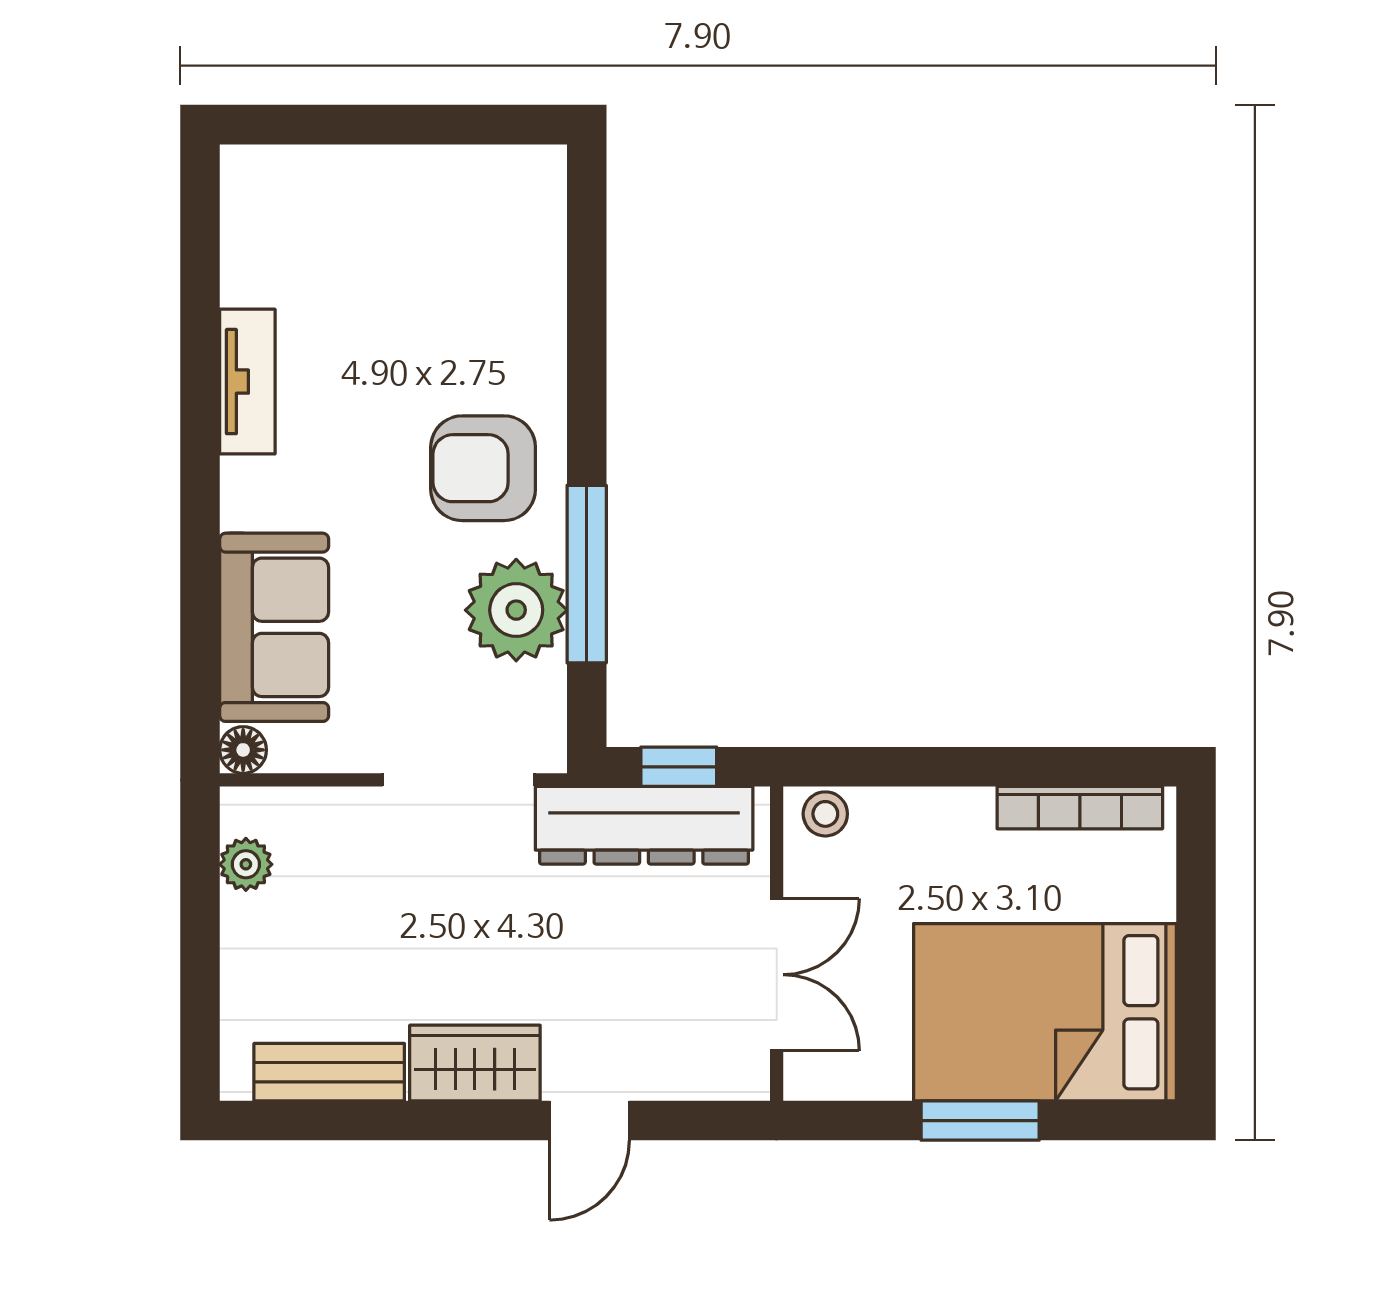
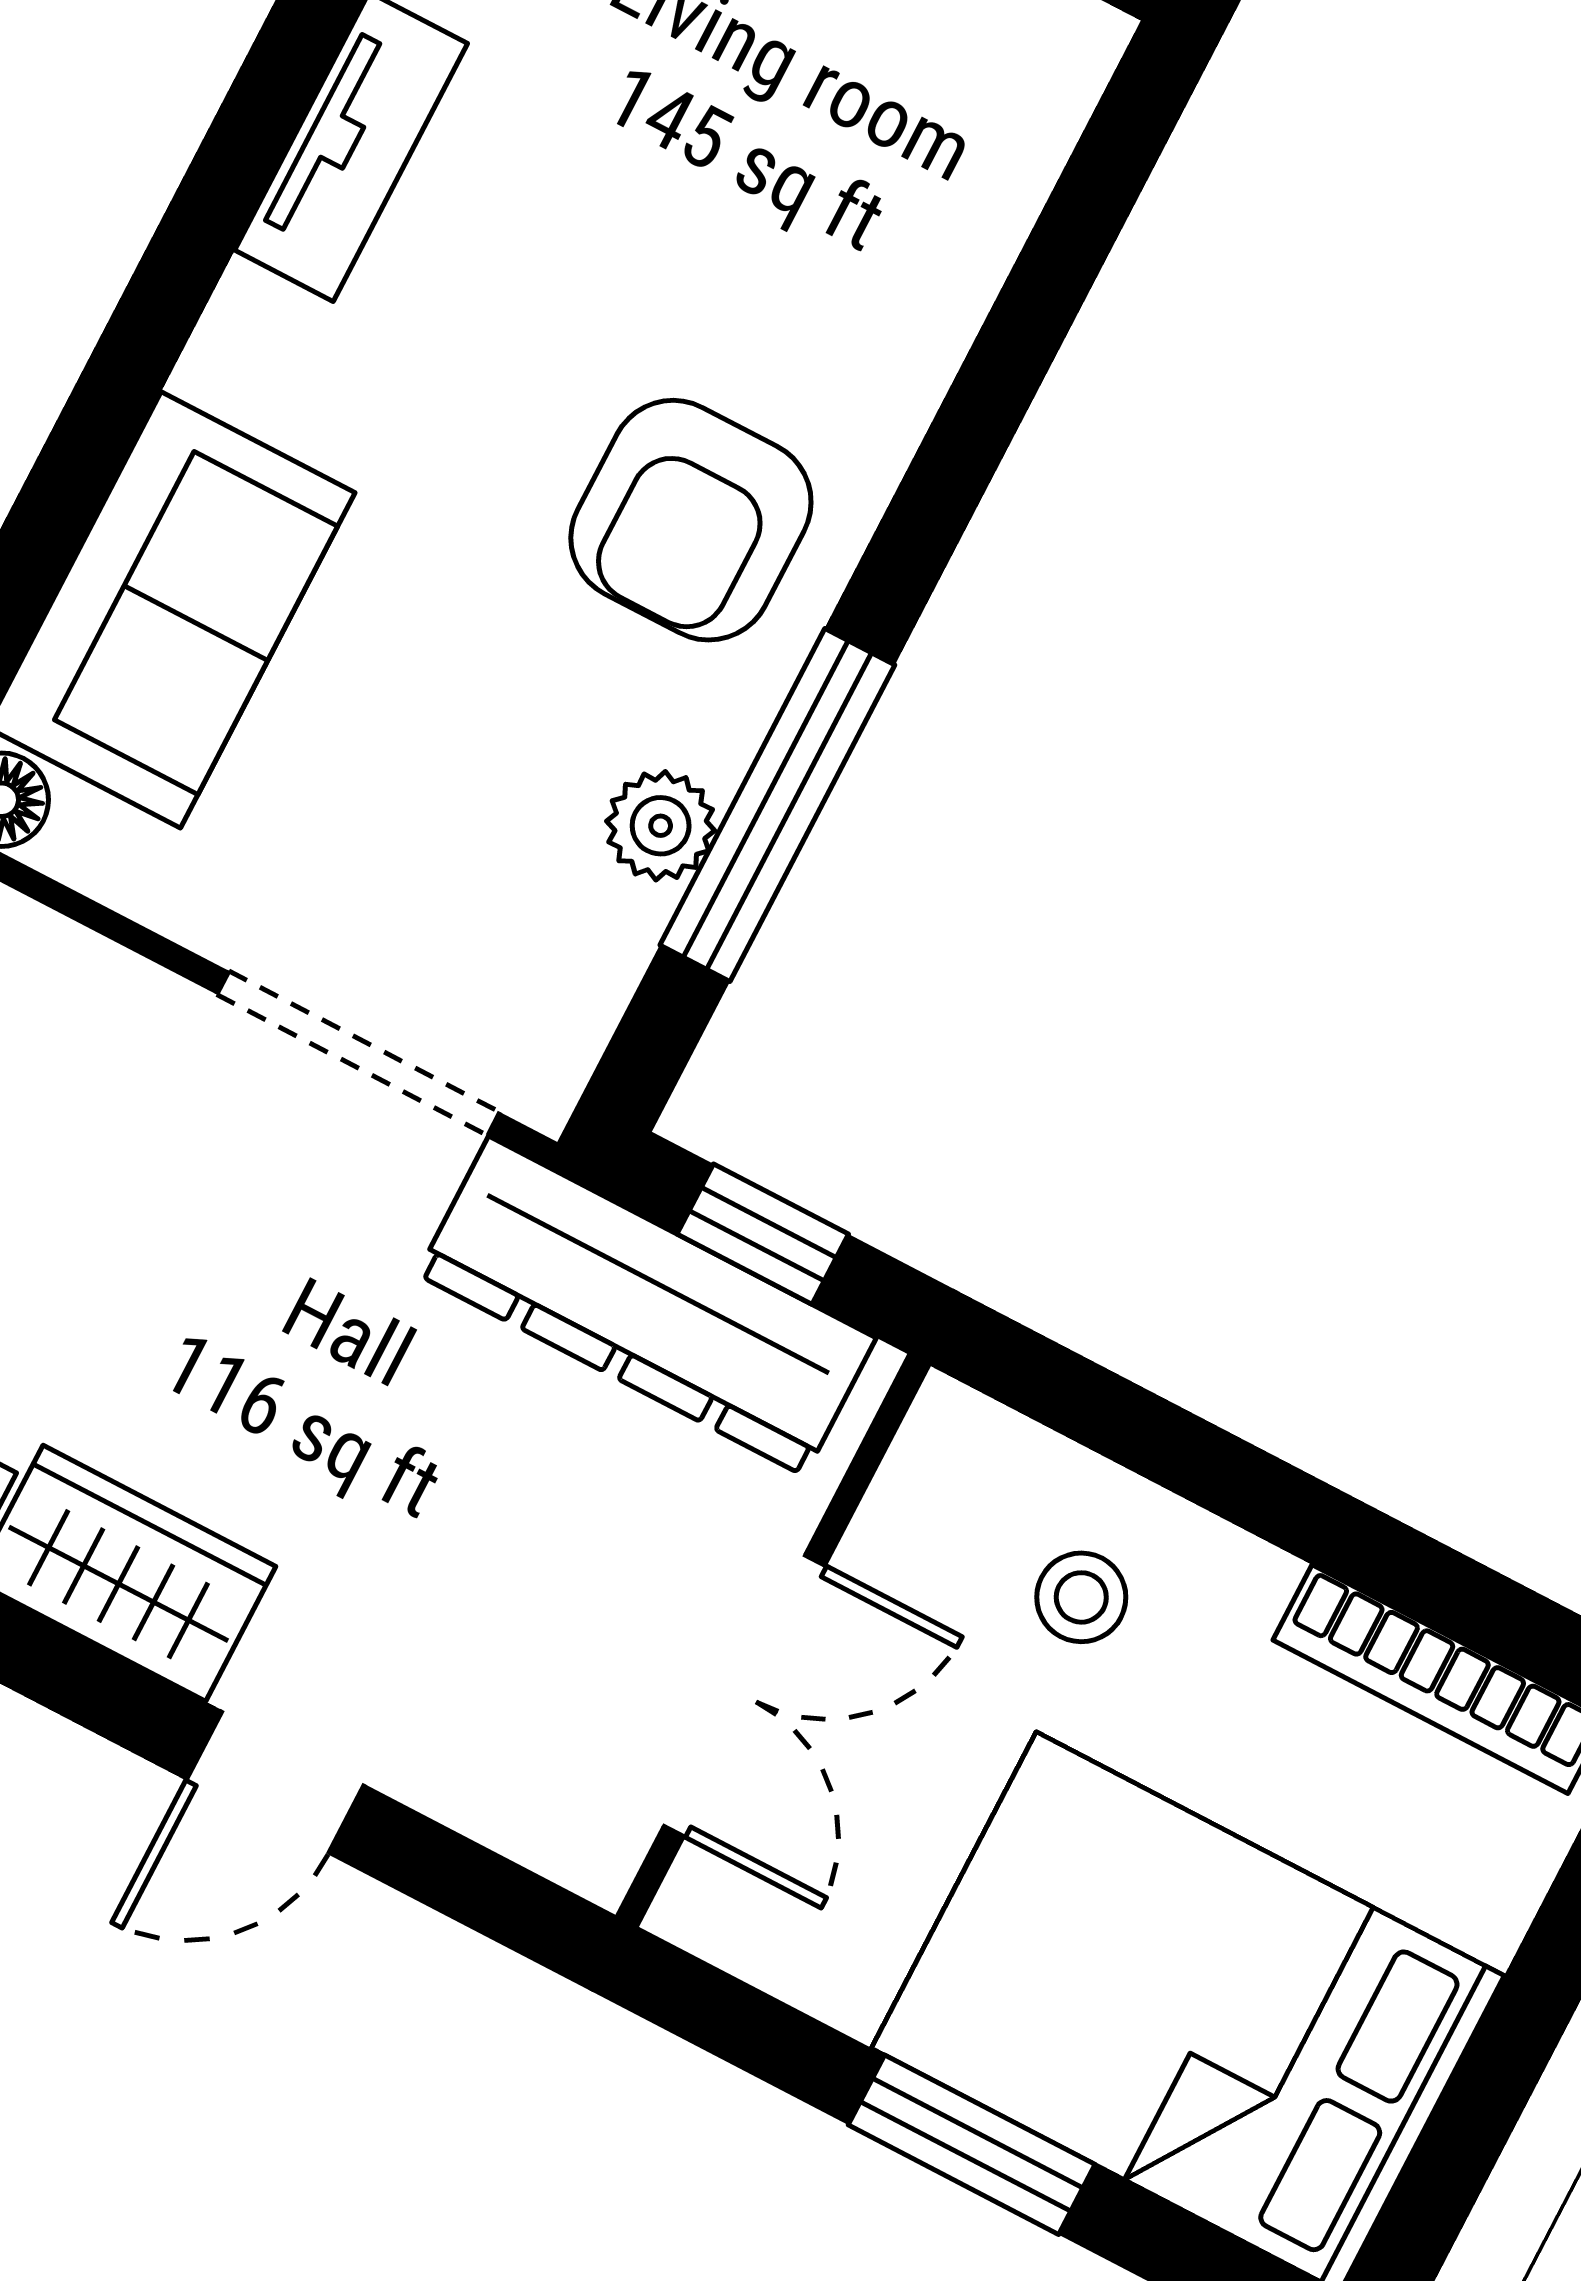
armchair: (483, 468) -> (691, 520), turned -90
plant: (516, 610) -> (661, 826), width x0.53, depth x0.53
stool: (825, 814) -> (1081, 1597), moved

